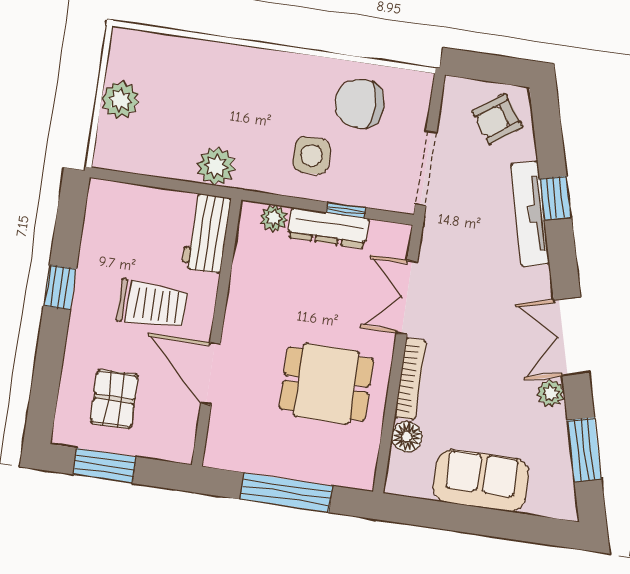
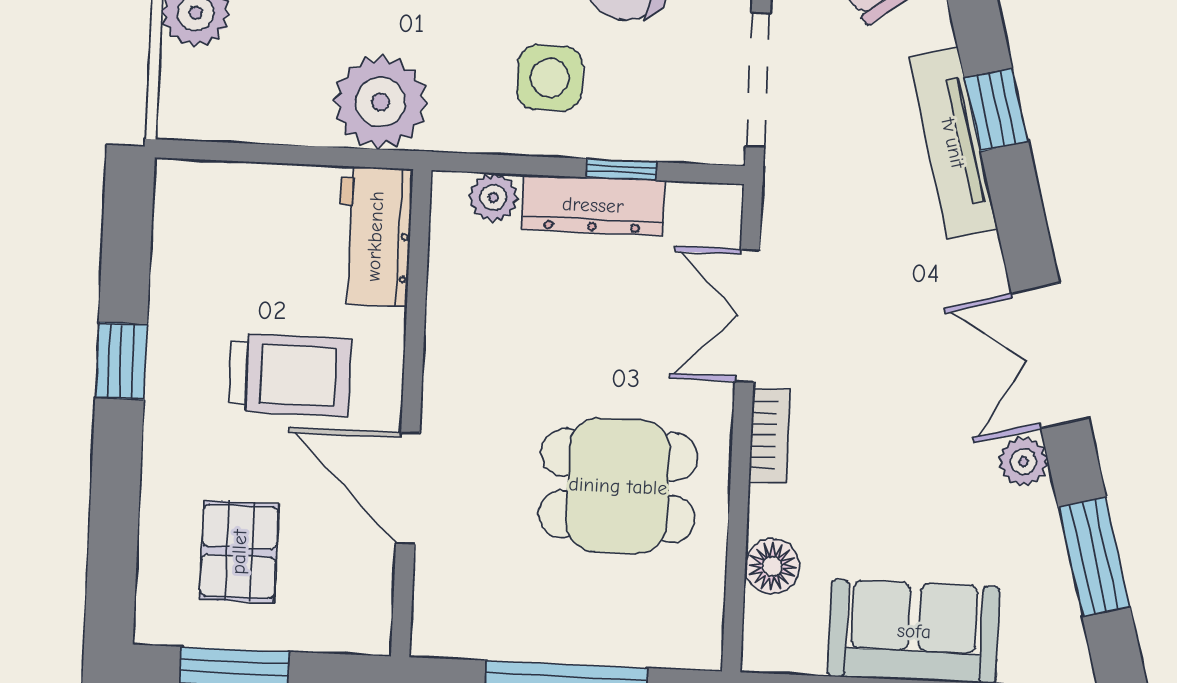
plant: (216, 166) -> (380, 102), width x1.36, depth x1.36
bookcase: (410, 379) -> (769, 435), width x0.64

